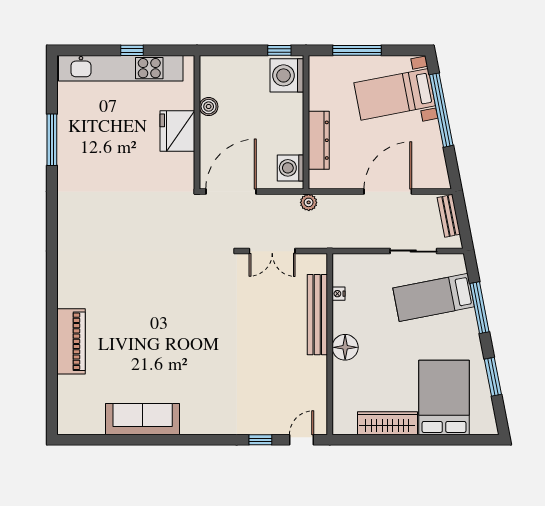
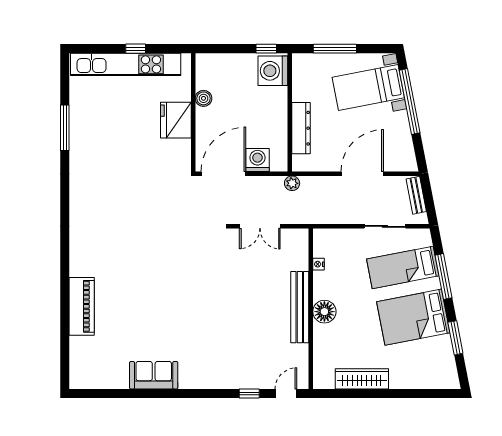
washing machine: (290, 168) -> (257, 160), moved, turned 90
bench: (317, 315) -> (300, 307), moved
bed: (444, 397) -> (413, 317), moved, turned -101
sofa: (143, 419) -> (154, 375), width x0.73

